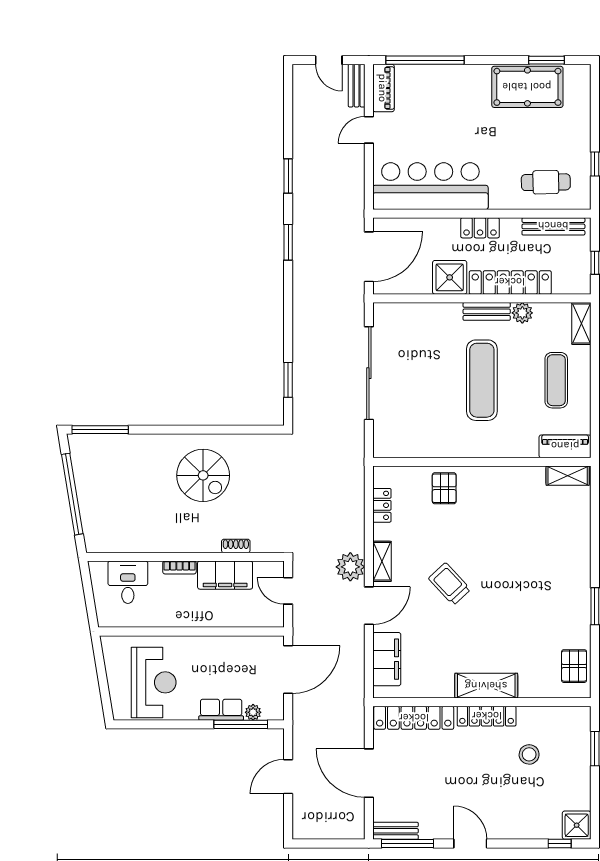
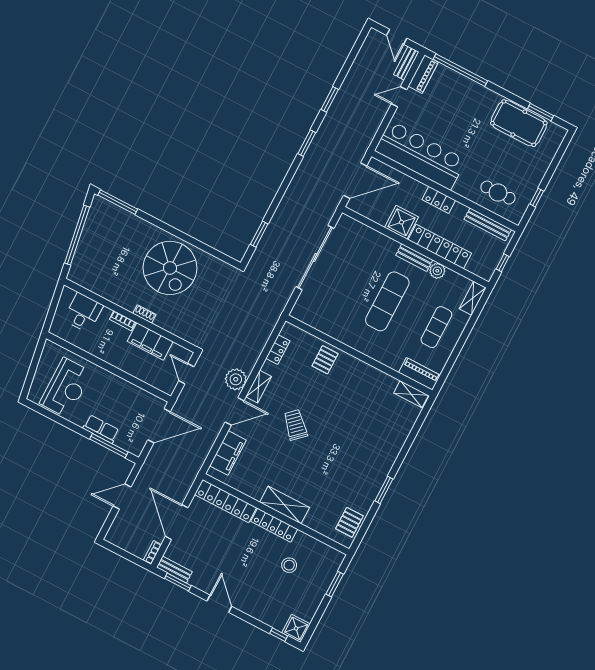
spiral stairs: (203, 475) -> (170, 268), width x1.37, depth x1.37
shoe rack: (236, 546) -> (144, 314), moved
plant: (253, 712) -> (121, 442), removed
bookcase: (359, 824) -> (152, 552), added
window: (407, 843) -> (178, 582), width x0.69

